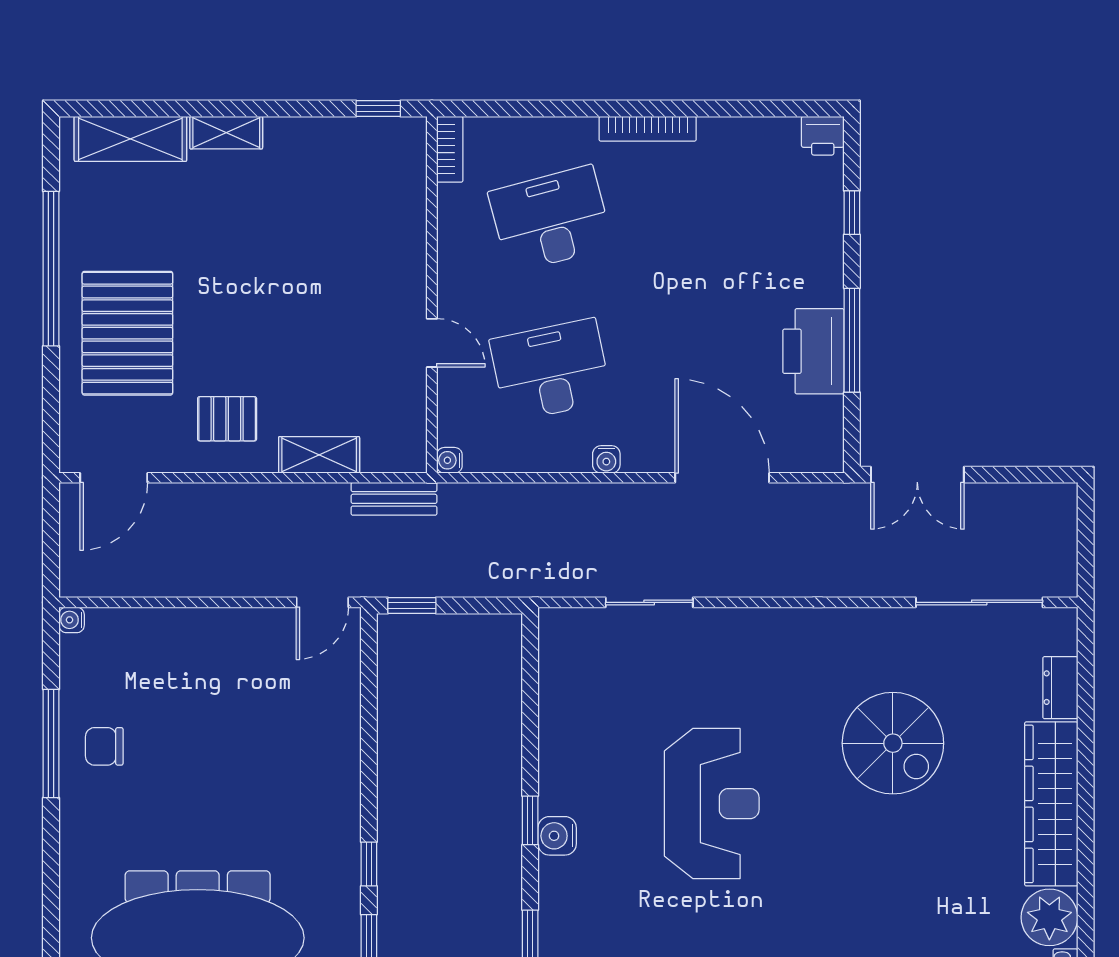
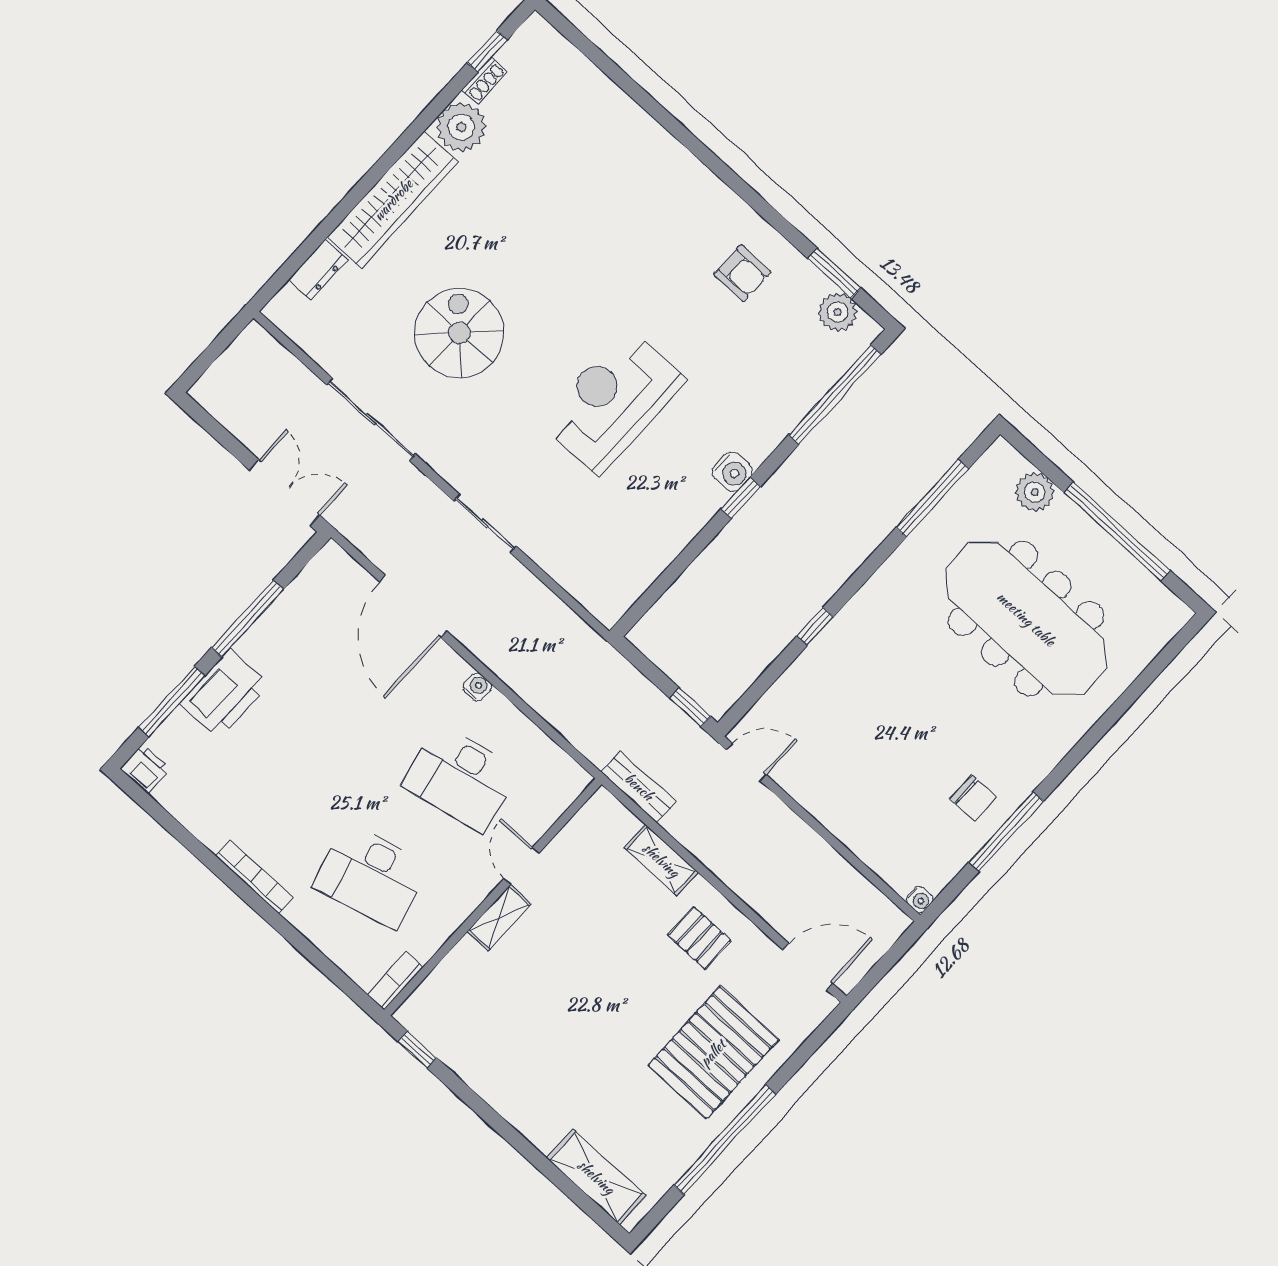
shelving: (226, 133) -> (499, 918), moved, turned 90
window: (852, 213) -> (172, 701), width x2.17
printer: (813, 351) -> (224, 694), moved
water cooler: (449, 460) -> (580, 779), removed
sliding door: (649, 602) -> (485, 523), moved
sliding door: (979, 602) -> (371, 419), moved
window: (369, 864) -> (815, 626), moved

